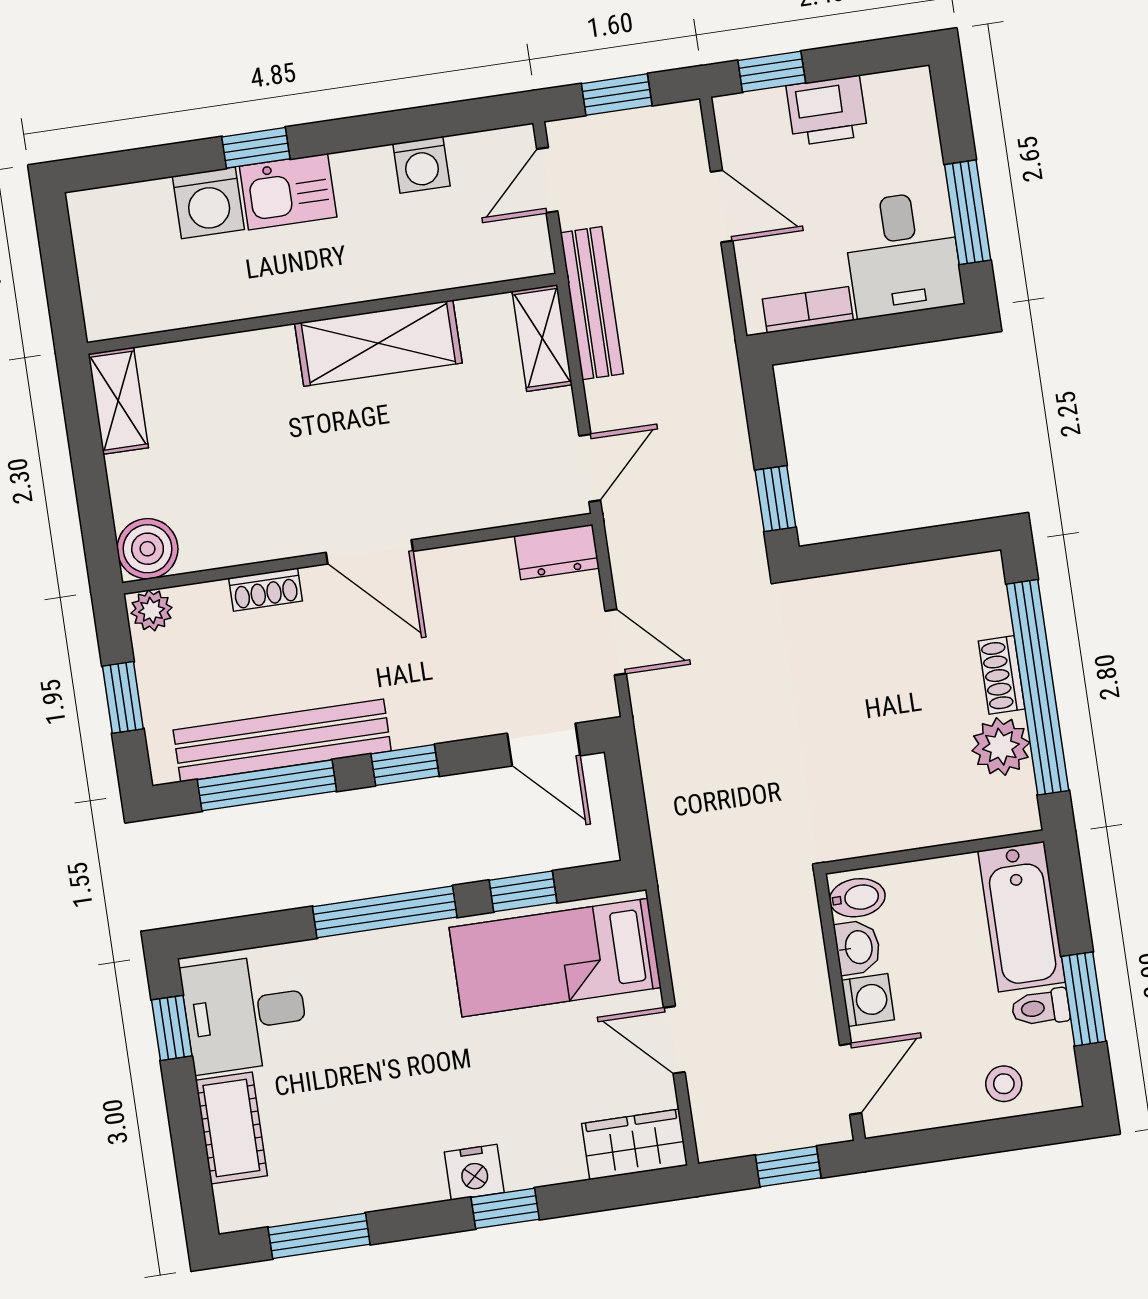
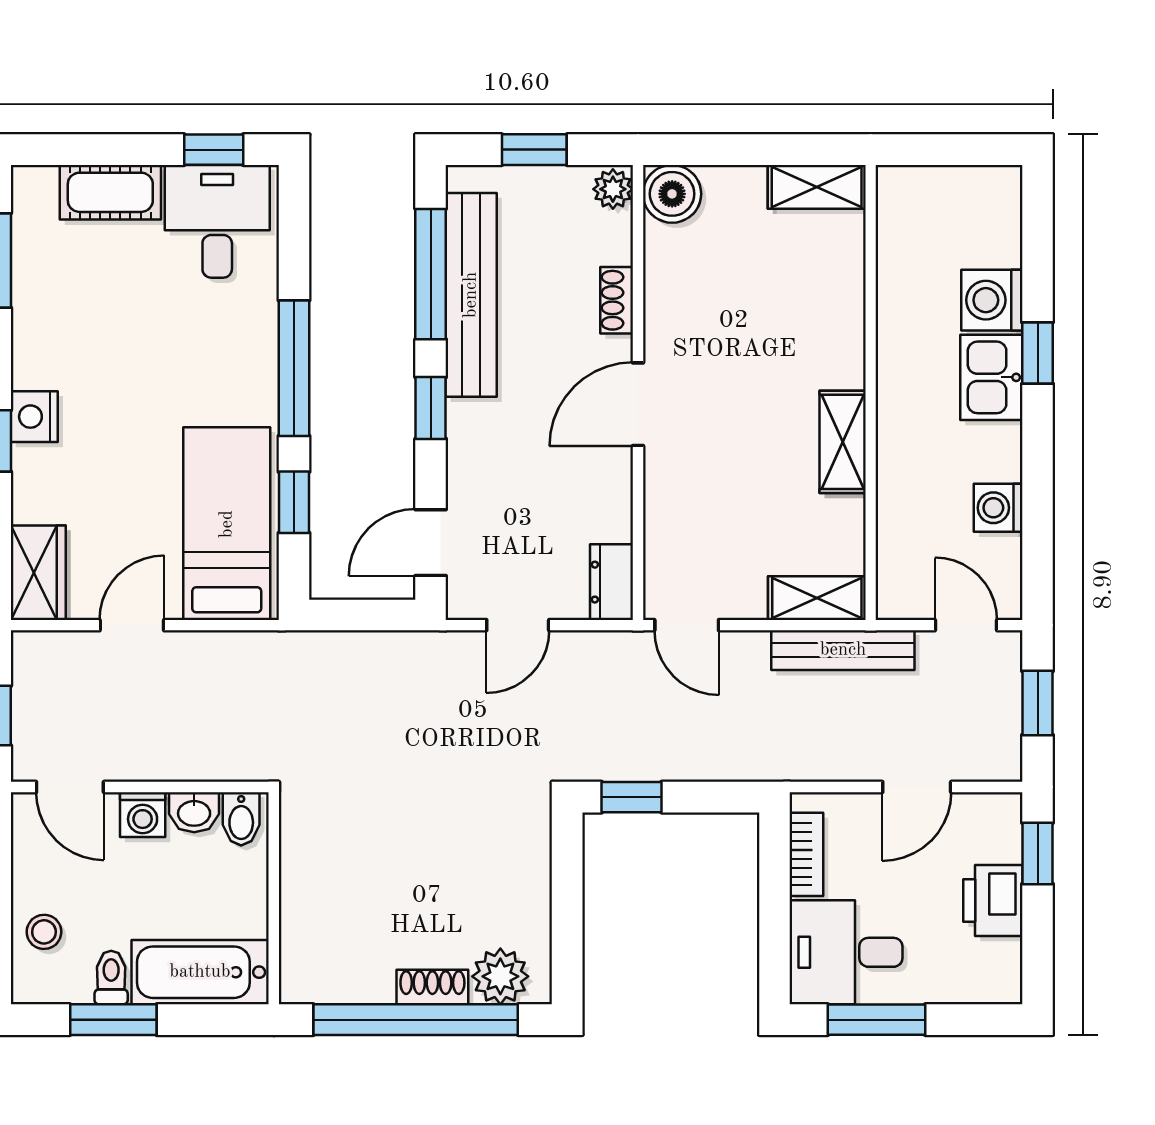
shelving: (378, 343) -> (843, 442), width x0.67, depth x0.75
plant: (1001, 747) -> (500, 976), moved

